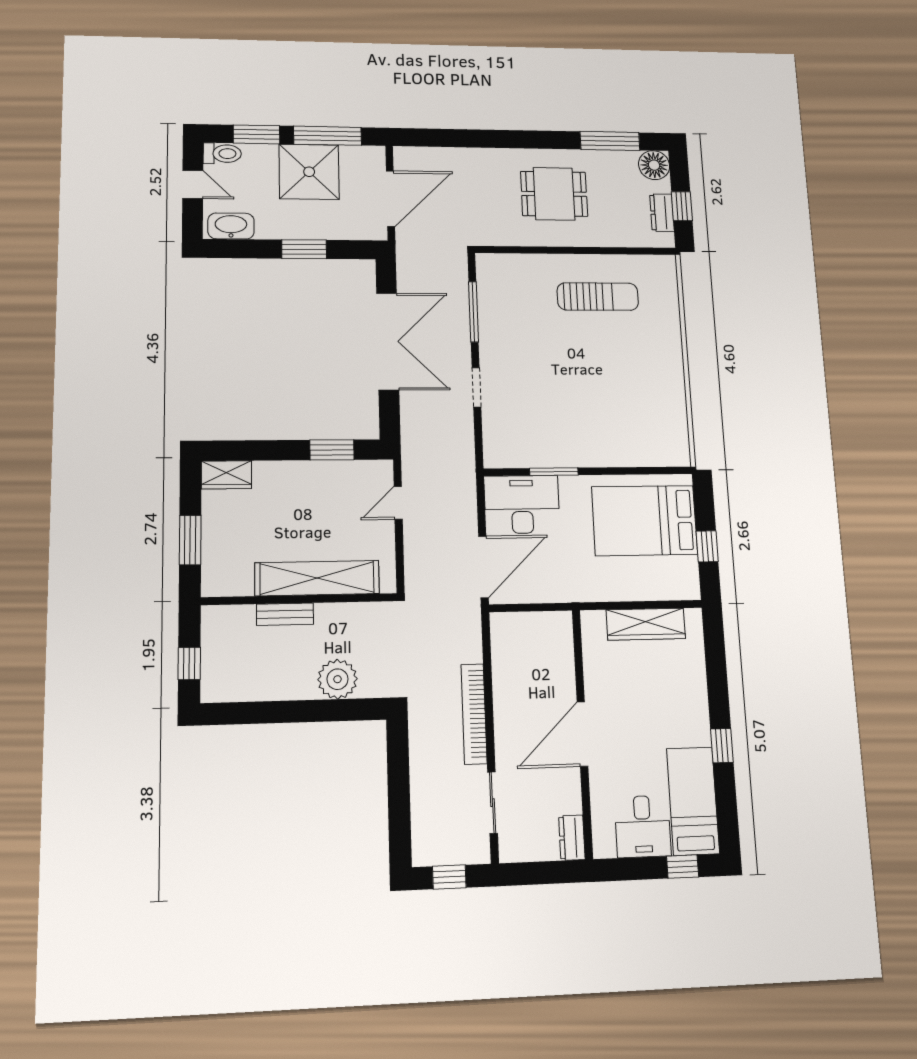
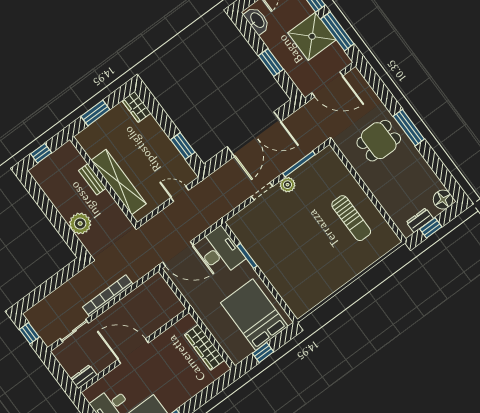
window: (610, 141) -> (409, 128), moved
dining table: (554, 194) -> (379, 141), moved, turned 90
plant: (492, 347) -> (288, 185), added

